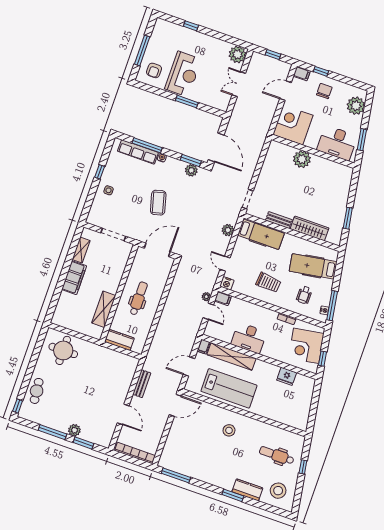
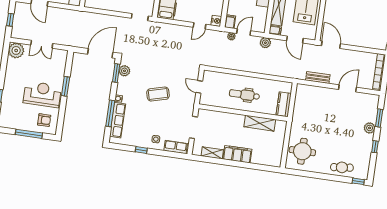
row of seats: (95, 211) -> (176, 147), added
plant: (228, 230) -> (265, 43), moved
door: (157, 250) -> (199, 87), width x0.53
window: (52, 432) -> (375, 147), width x0.46

